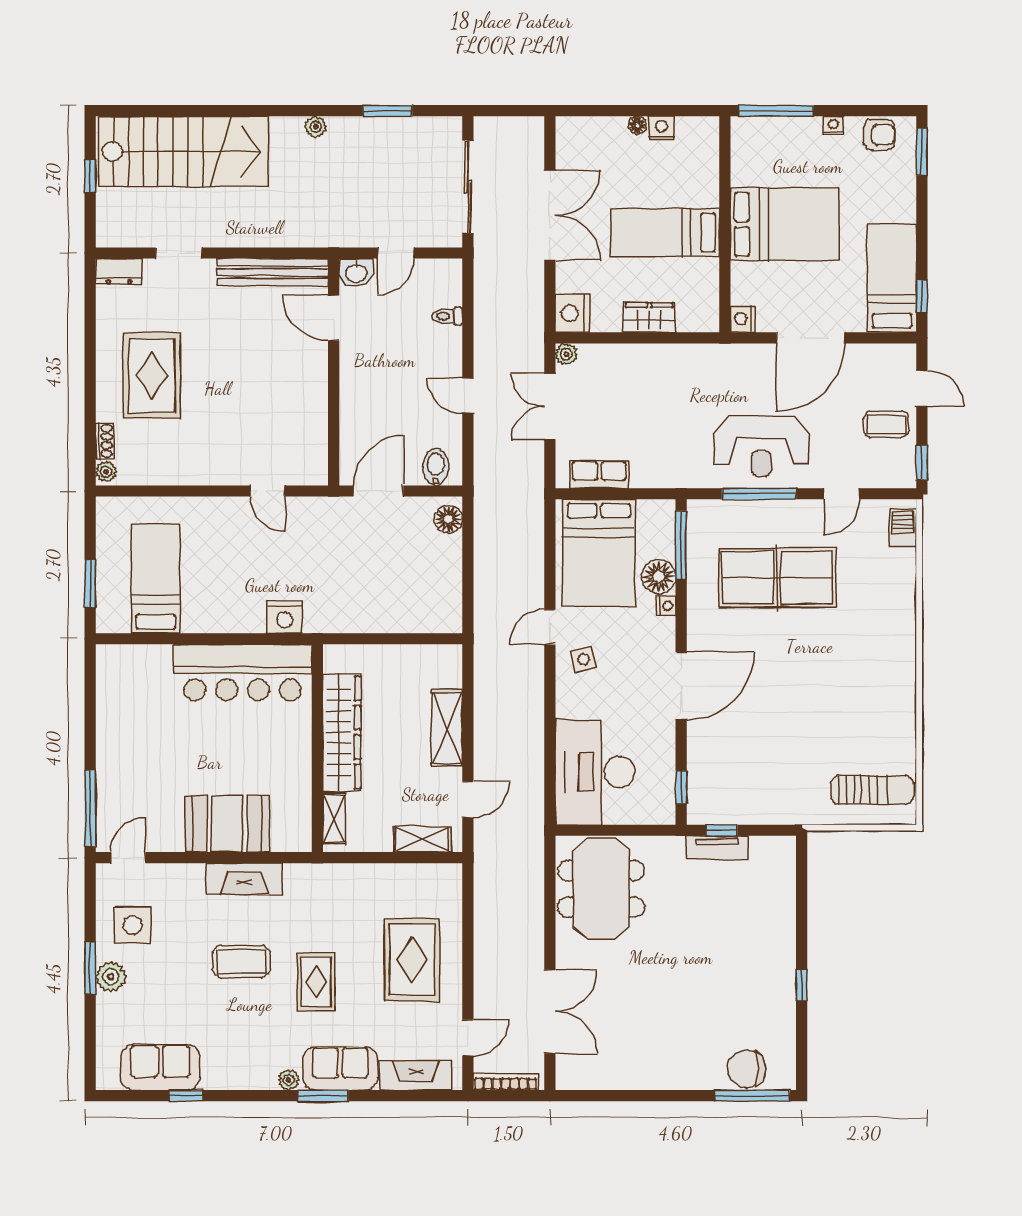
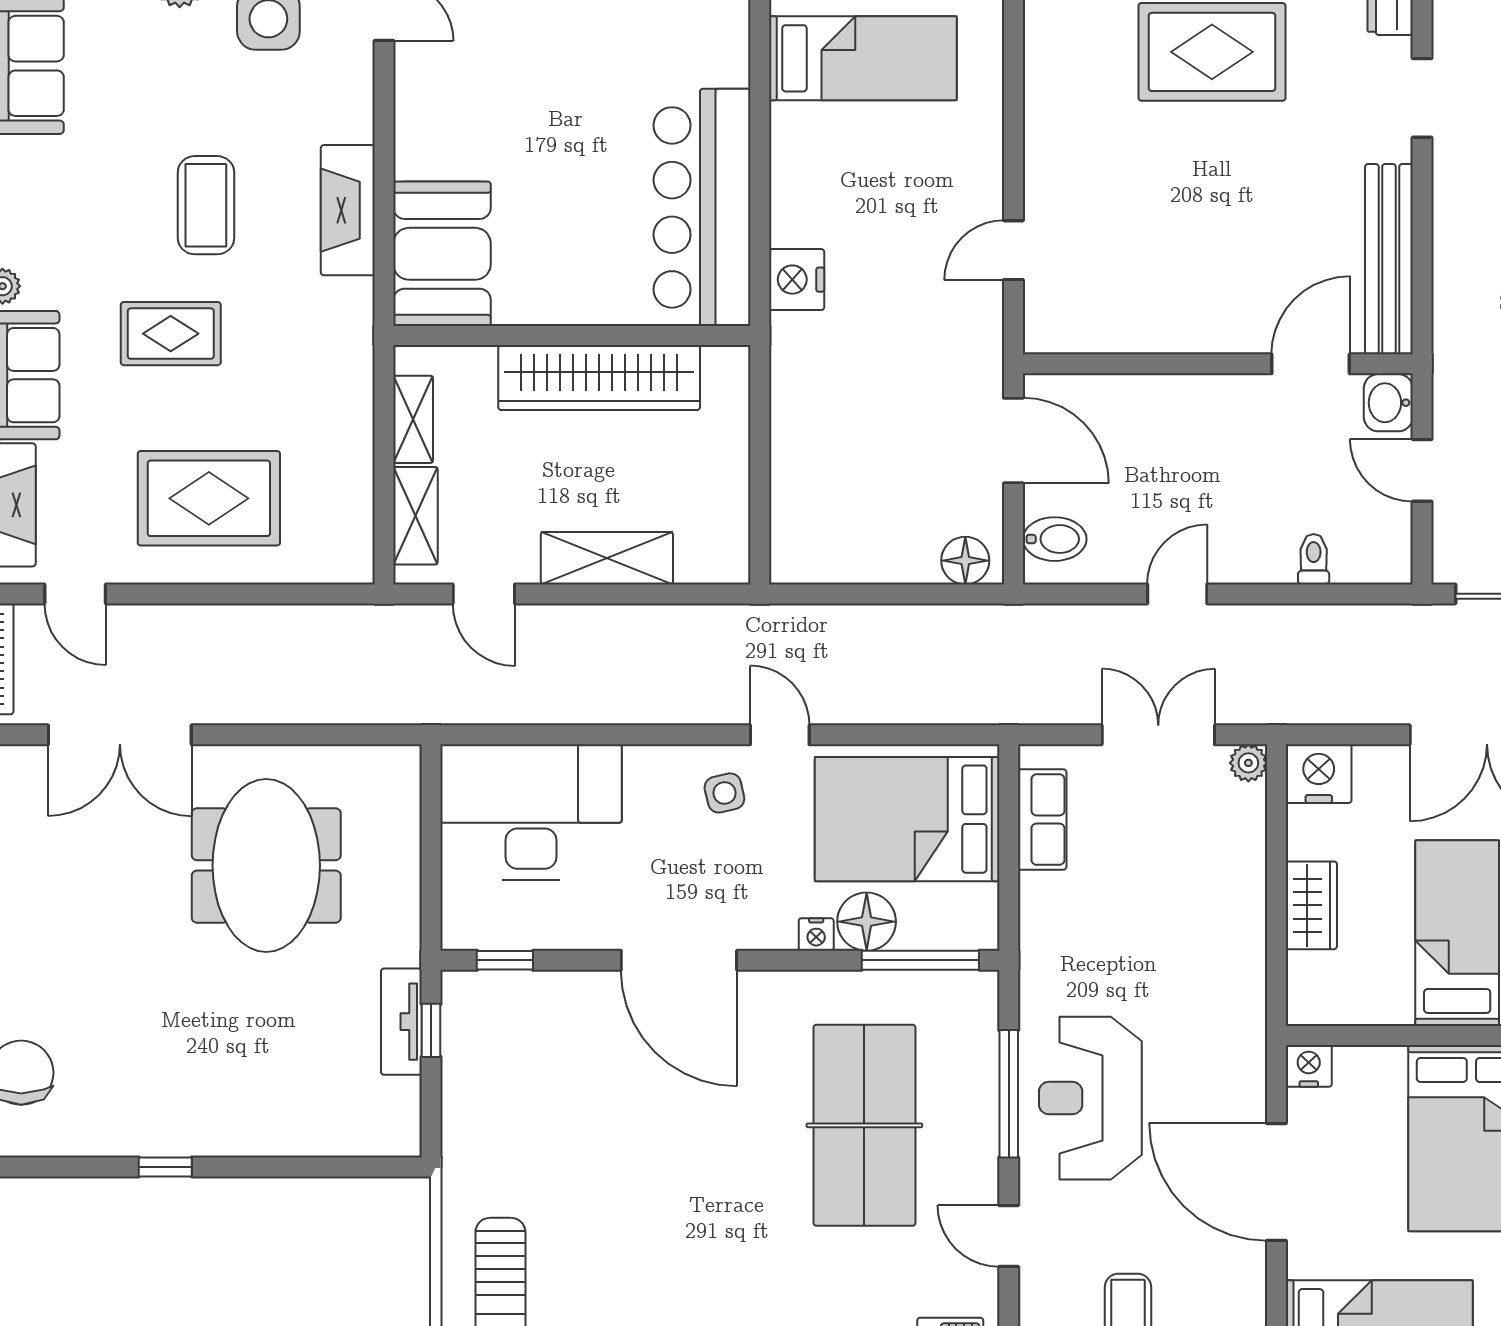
shelving: (334, 819) -> (413, 419), moved, turned 90
booth: (227, 824) -> (442, 254), moved
meeting table: (601, 889) -> (266, 865), moved, turned 90

